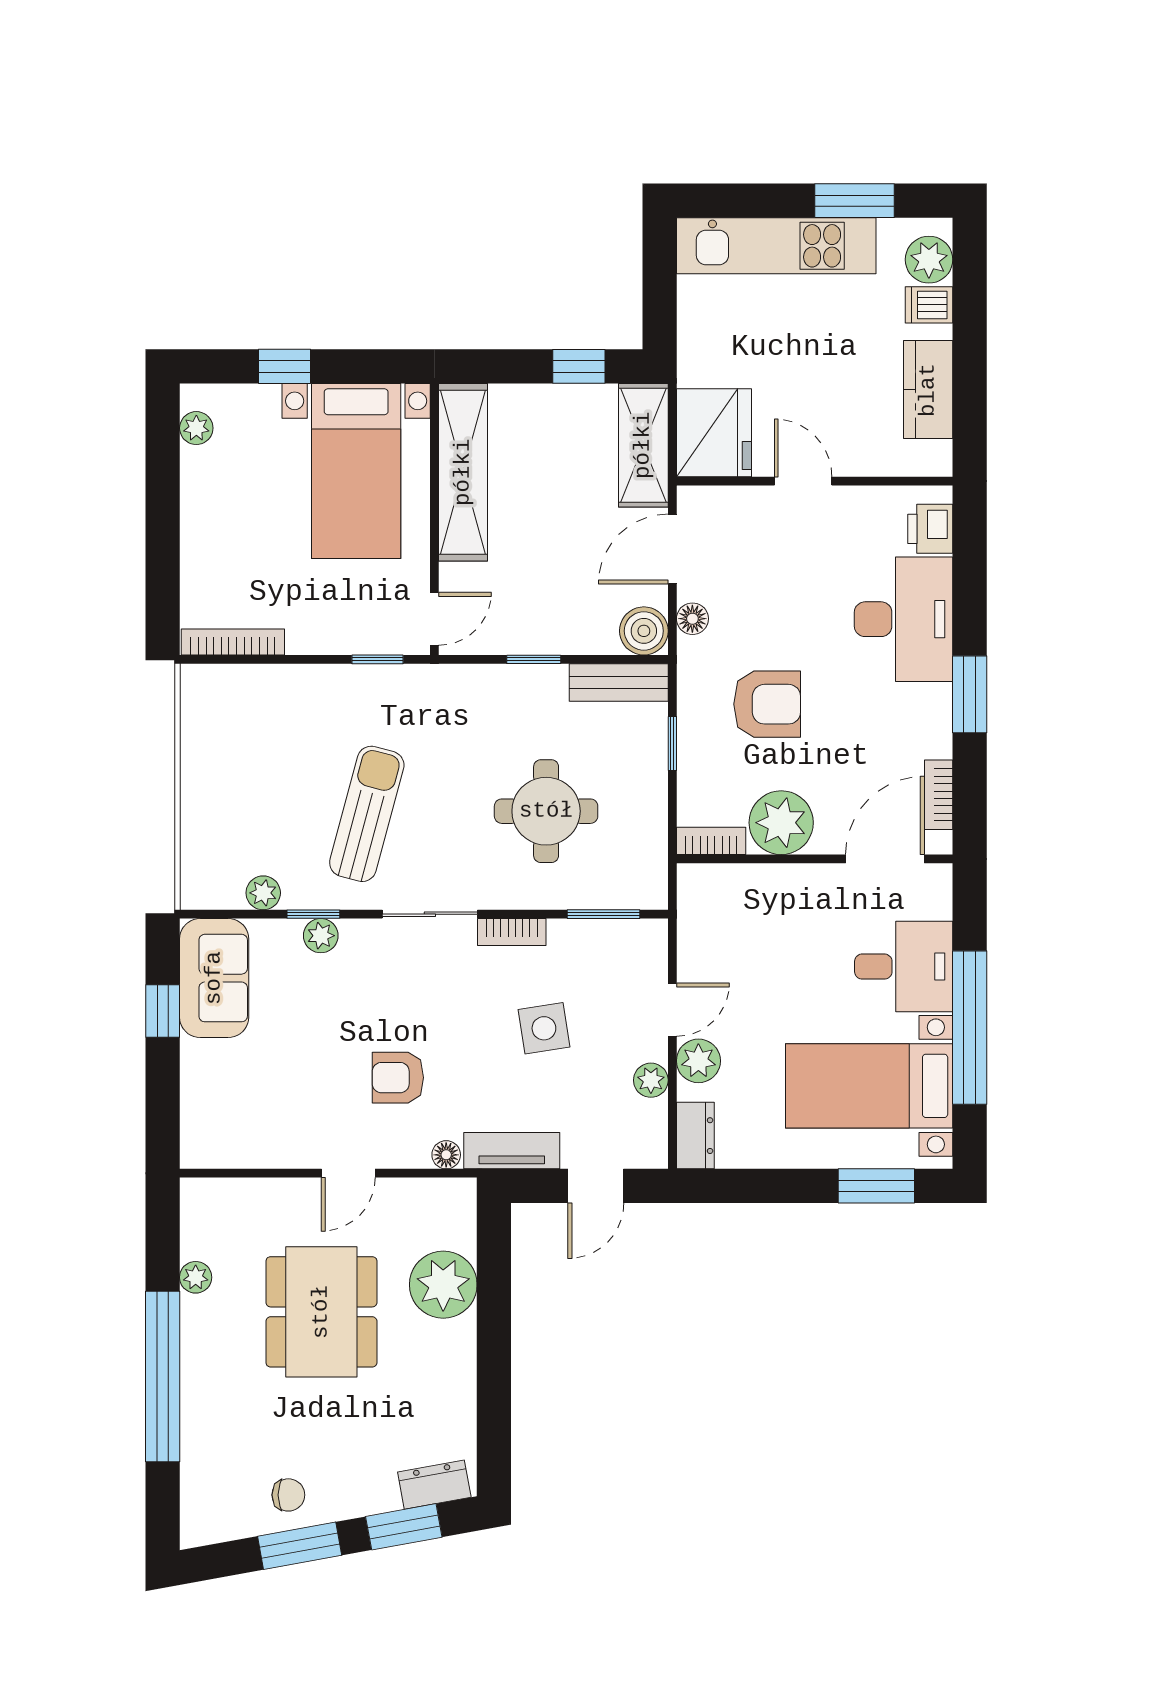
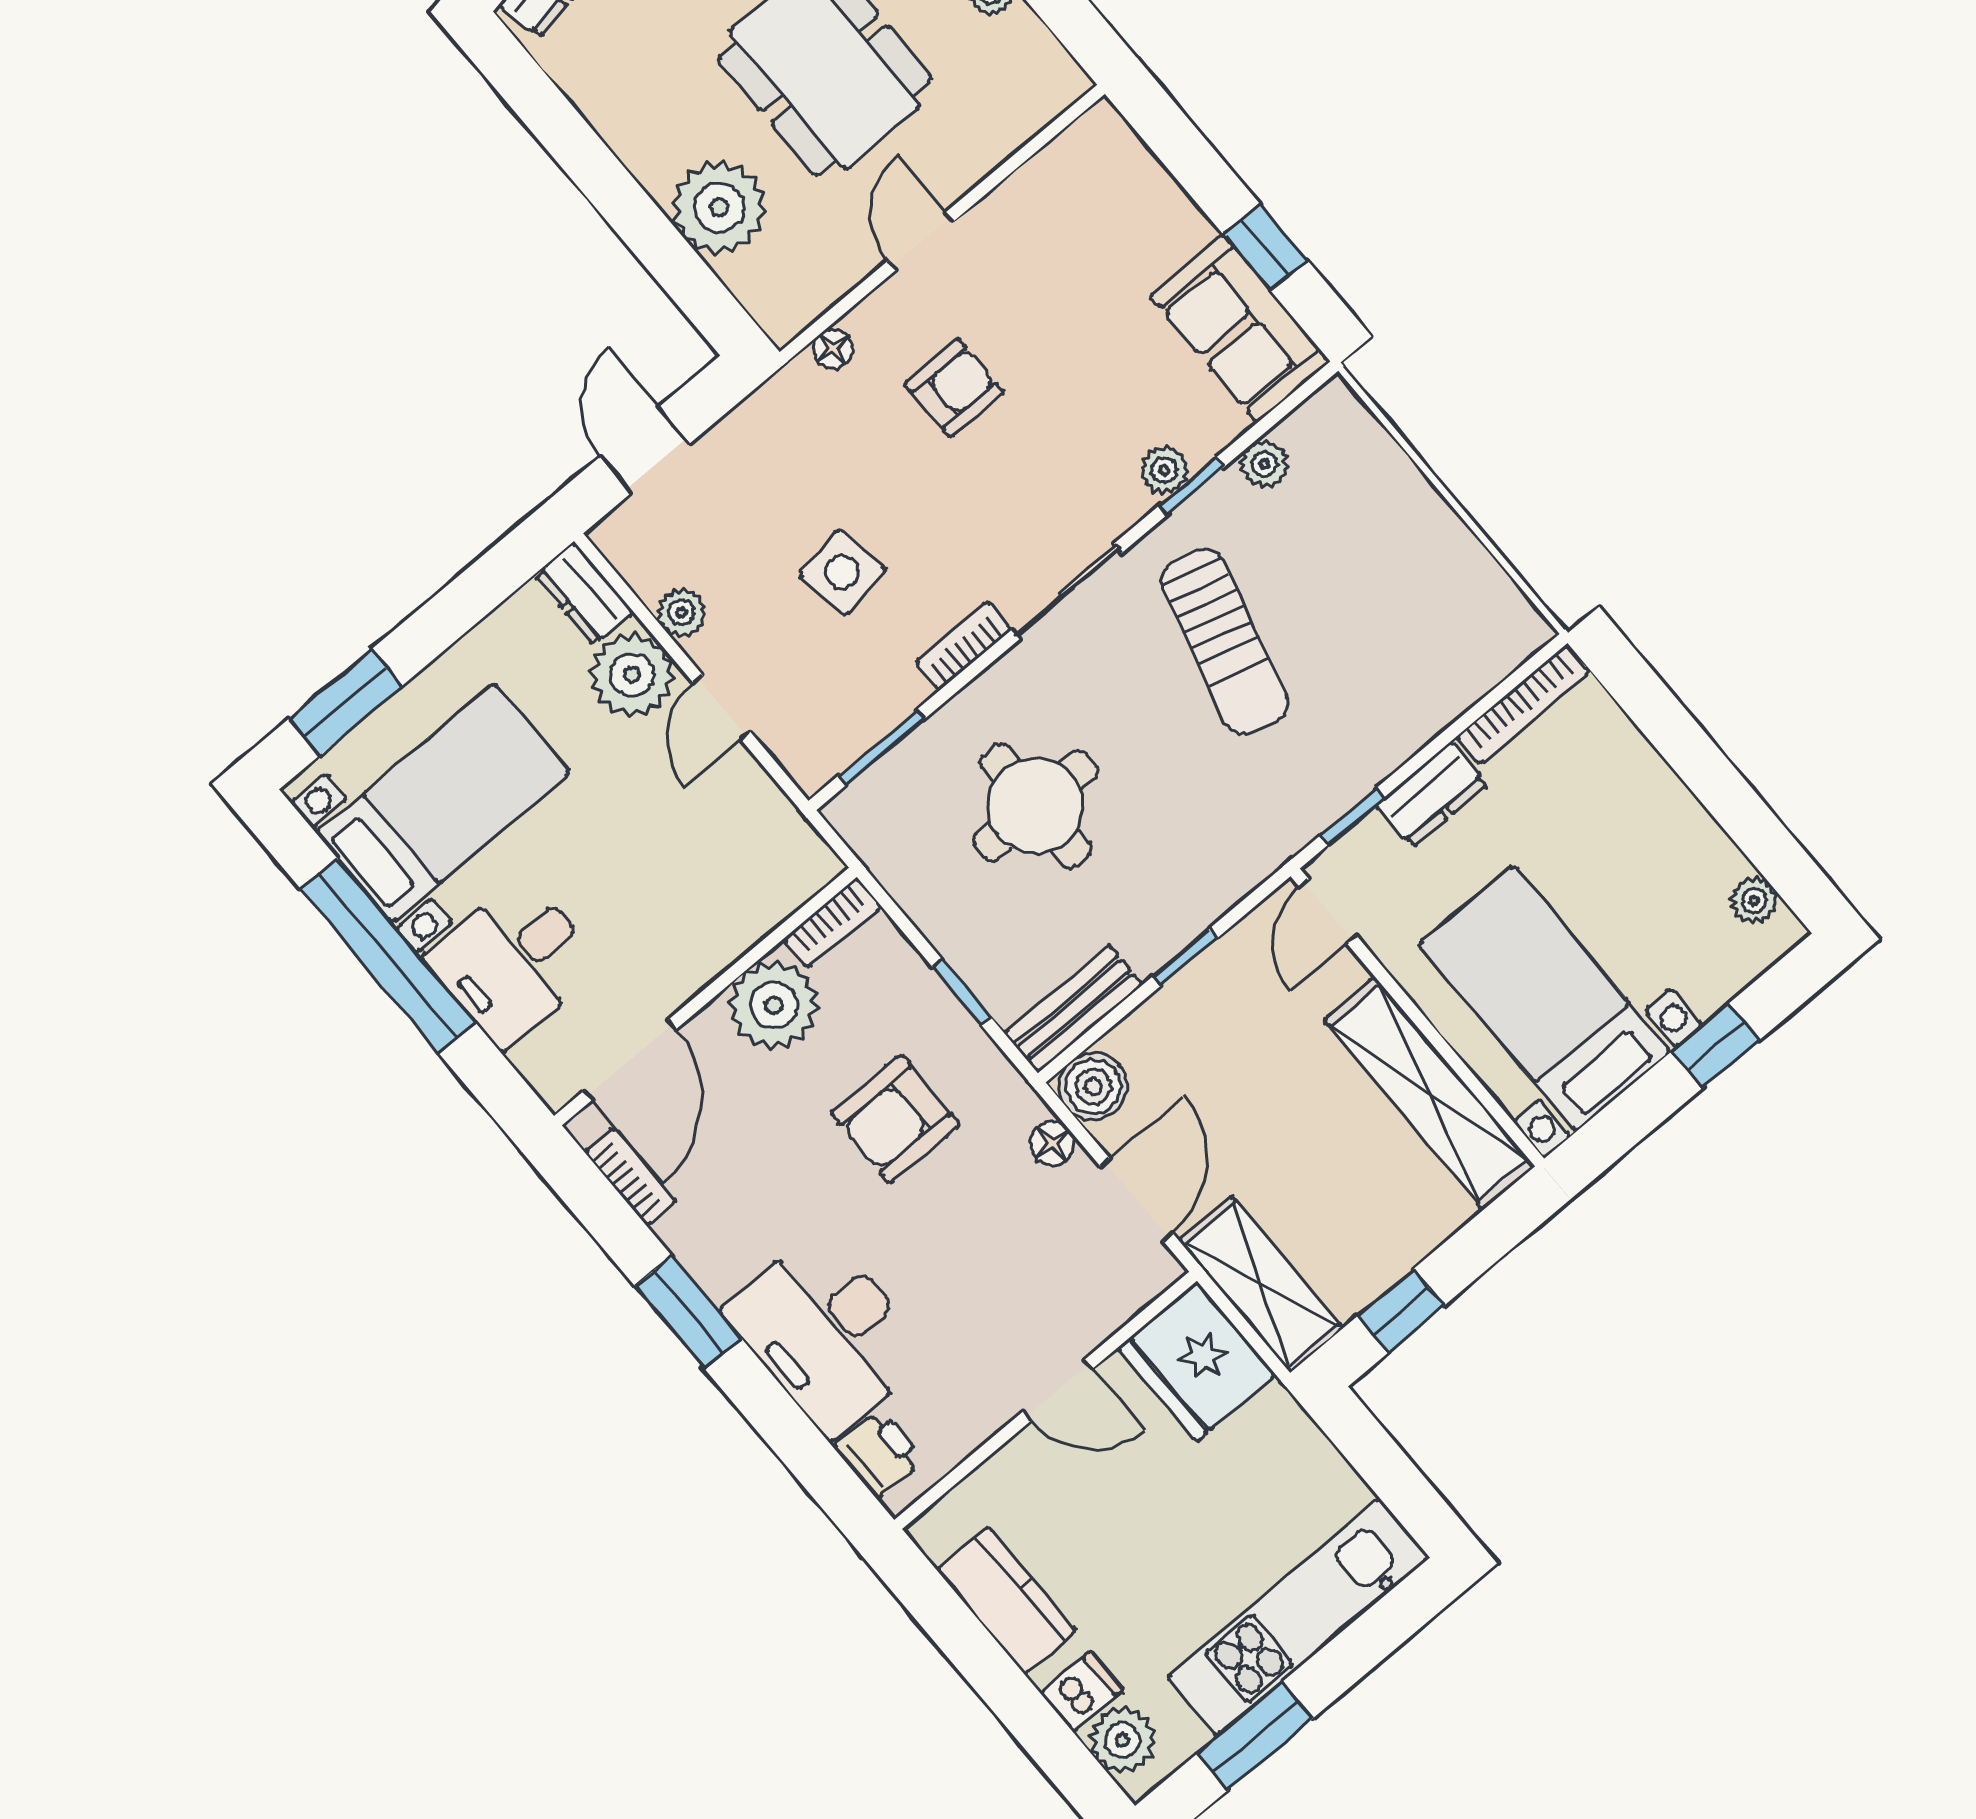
dresser: (324, 635) -> (1432, 794), added
plant: (698, 1061) -> (632, 675), width x1.36, depth x1.36
tv unit: (512, 1151) -> (767, 412), removed

